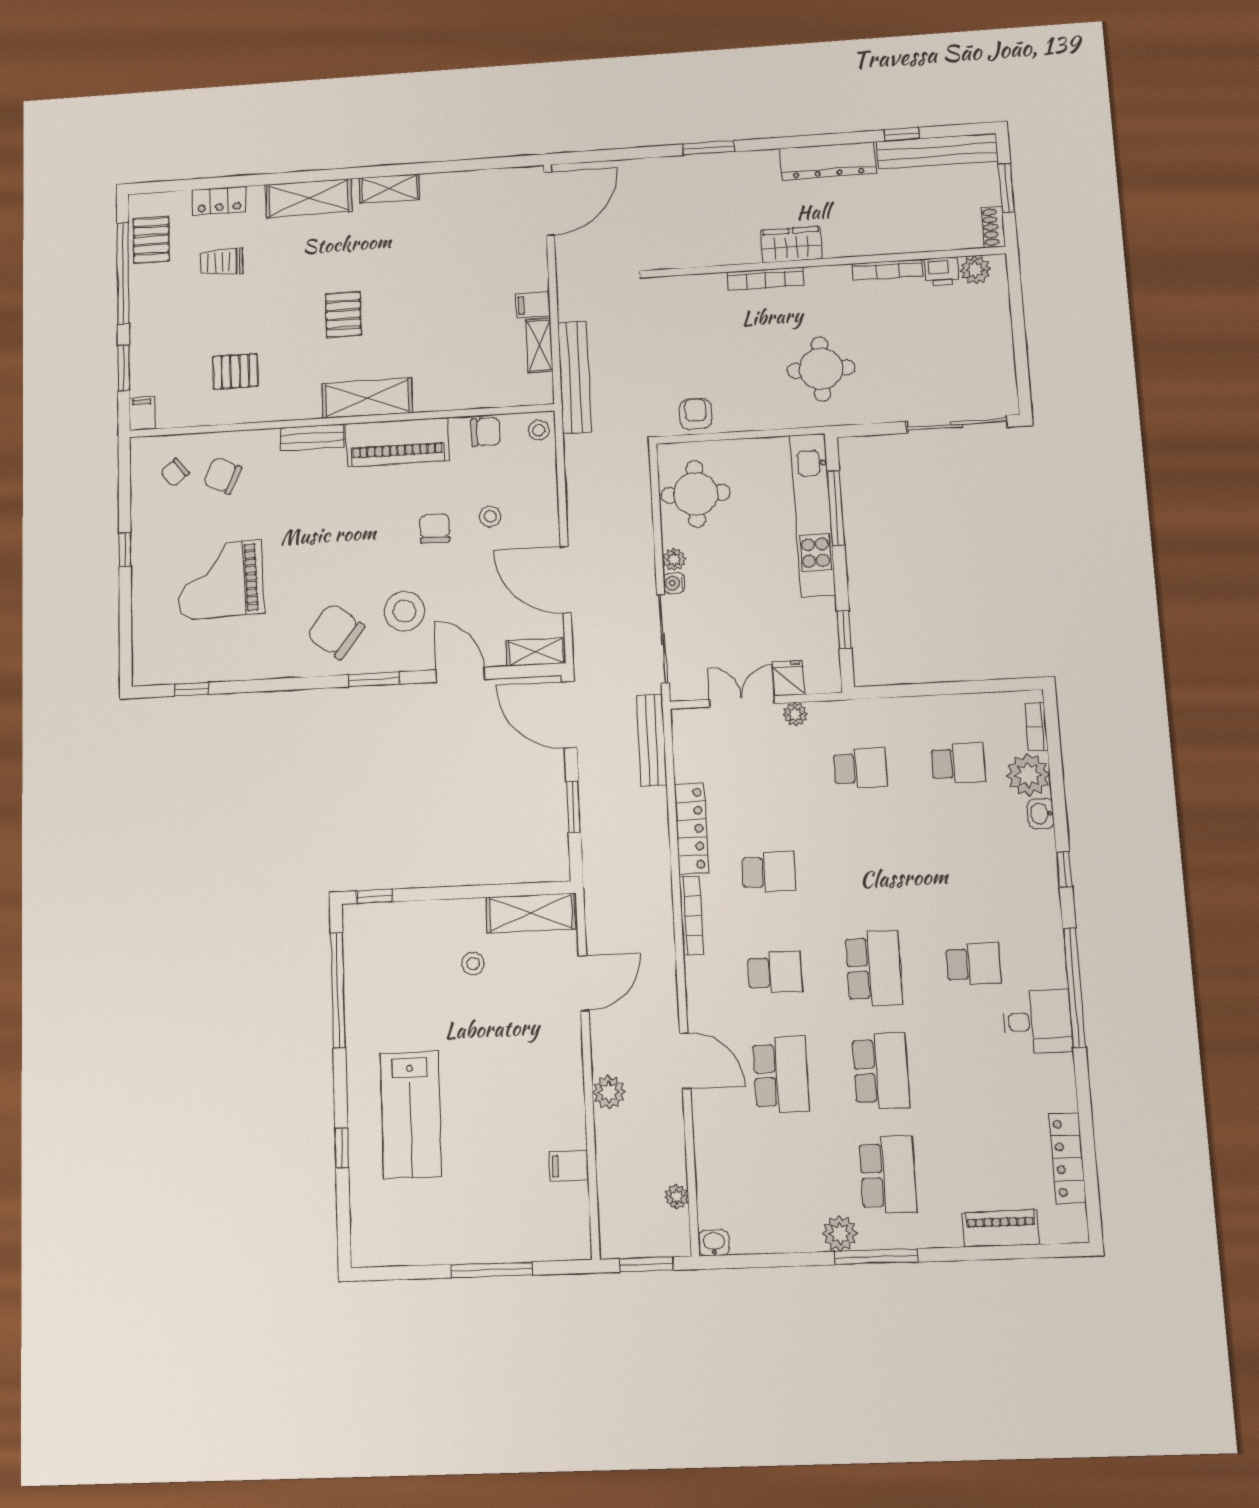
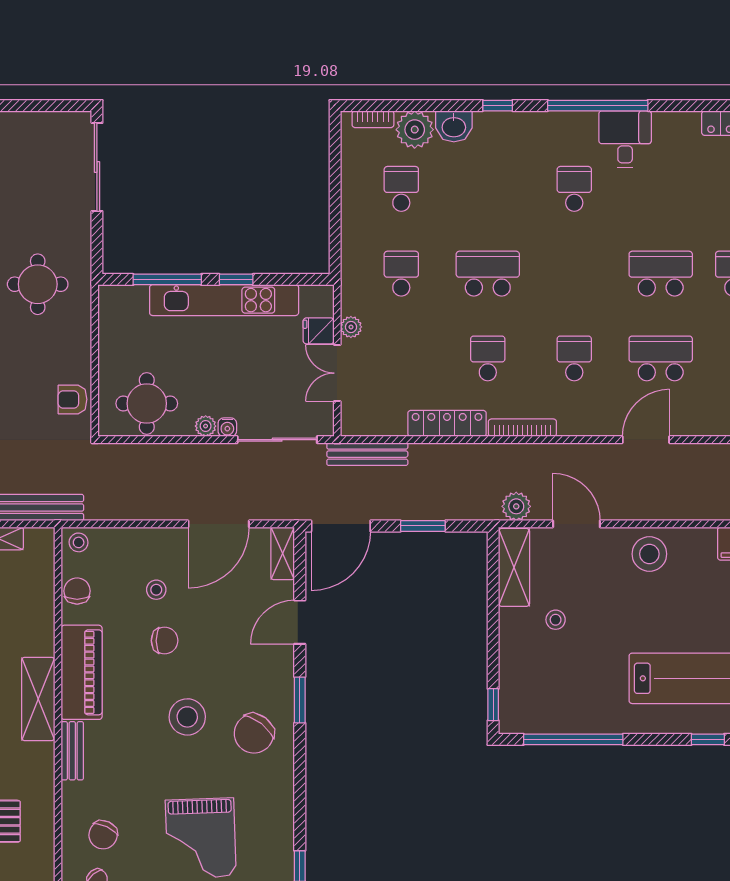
kitchen unit: (813, 515) -> (224, 300), moved
chair: (435, 529) -> (165, 641), turned 180
stool: (405, 611) -> (187, 717), moved
window: (844, 630) -> (236, 279), moved
washbasin: (1041, 814) -> (454, 126), width x1.38, depth x1.45
school desk: (874, 968) -> (488, 274), moved
stool: (553, 1070) -> (649, 554), added
plant: (609, 1092) -> (516, 506), moved

